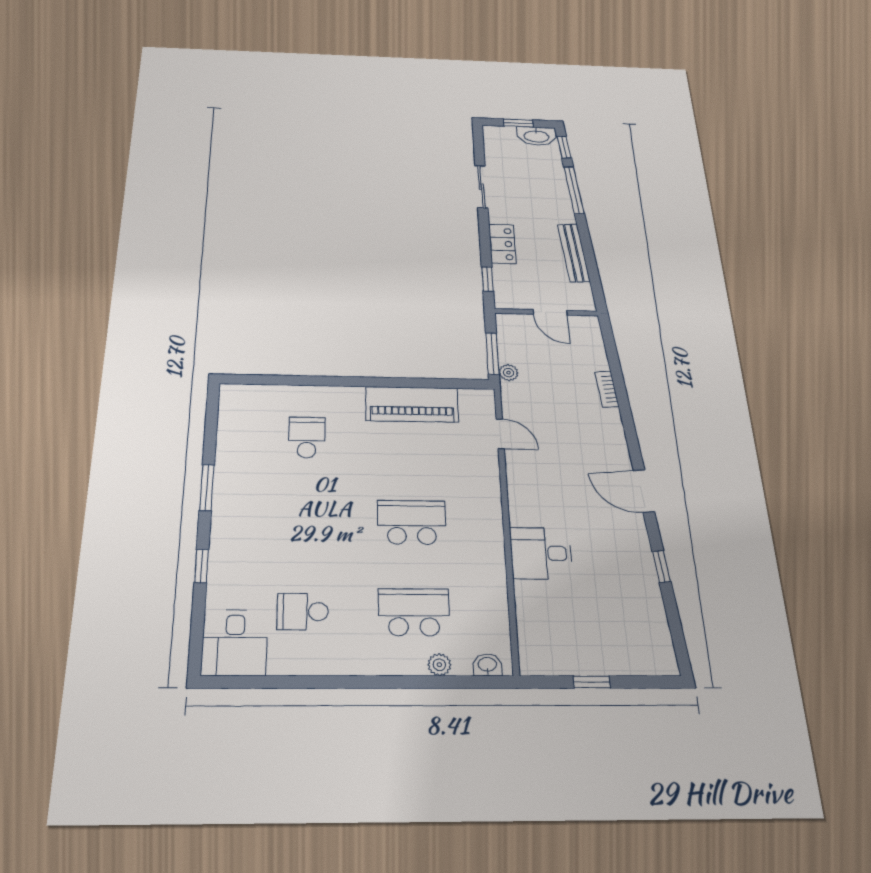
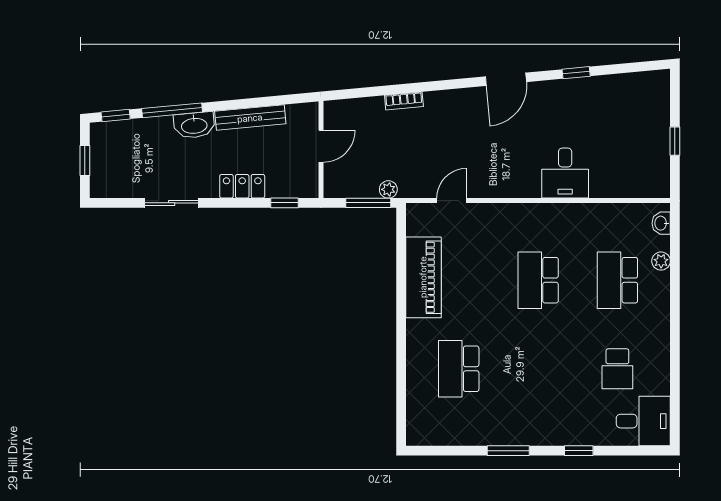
washbasin: (536, 136) -> (194, 125), moved, turned 85
school desk: (307, 437) -> (459, 369), width x1.85

